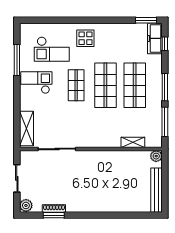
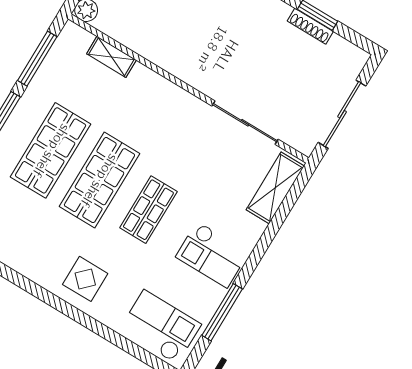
checkout: (52, 49) -> (160, 327), moved
sliding door: (17, 178) -> (342, 114), width x1.37
plant: (26, 205) -> (354, 60), removed

